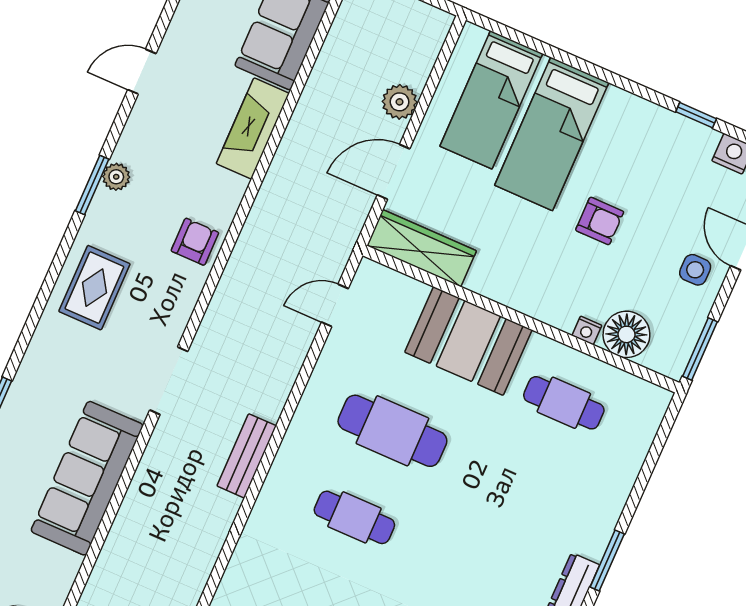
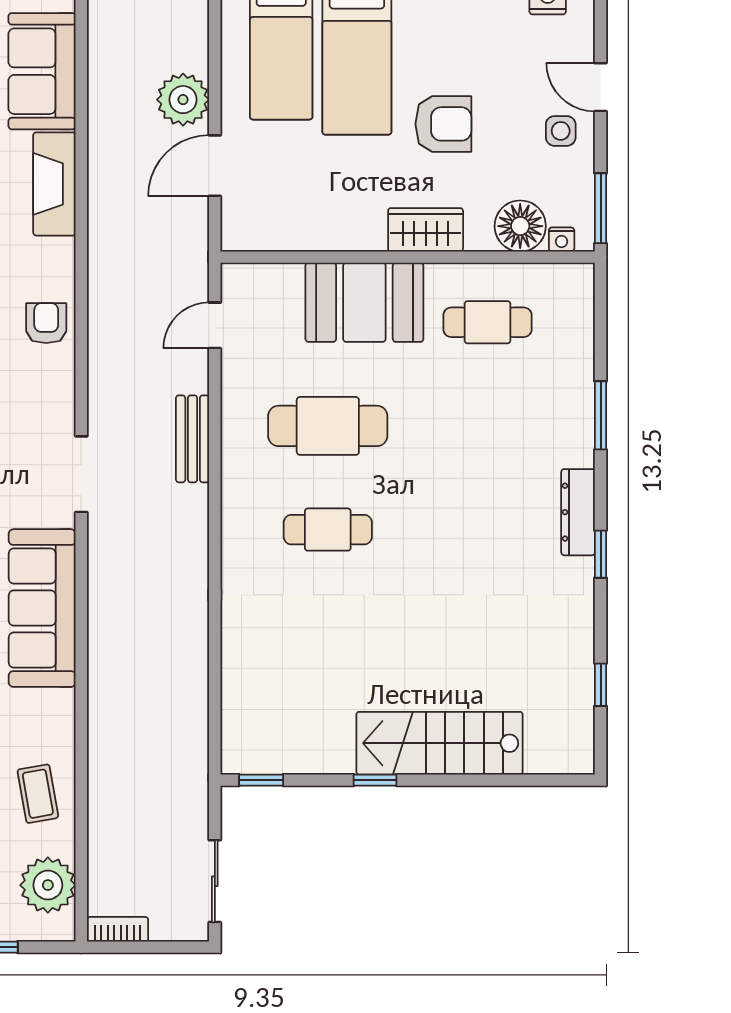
plant: (400, 102) -> (183, 100), width x1.36, depth x1.36
armchair: (600, 221) -> (443, 124), width x1.38, depth x1.38
wardrobe: (422, 248) -> (426, 230), moved, width x0.67
nightstand: (587, 330) -> (562, 240), moved
bench: (247, 456) -> (193, 439), moved
window: (607, 561) -> (601, 415), moved

